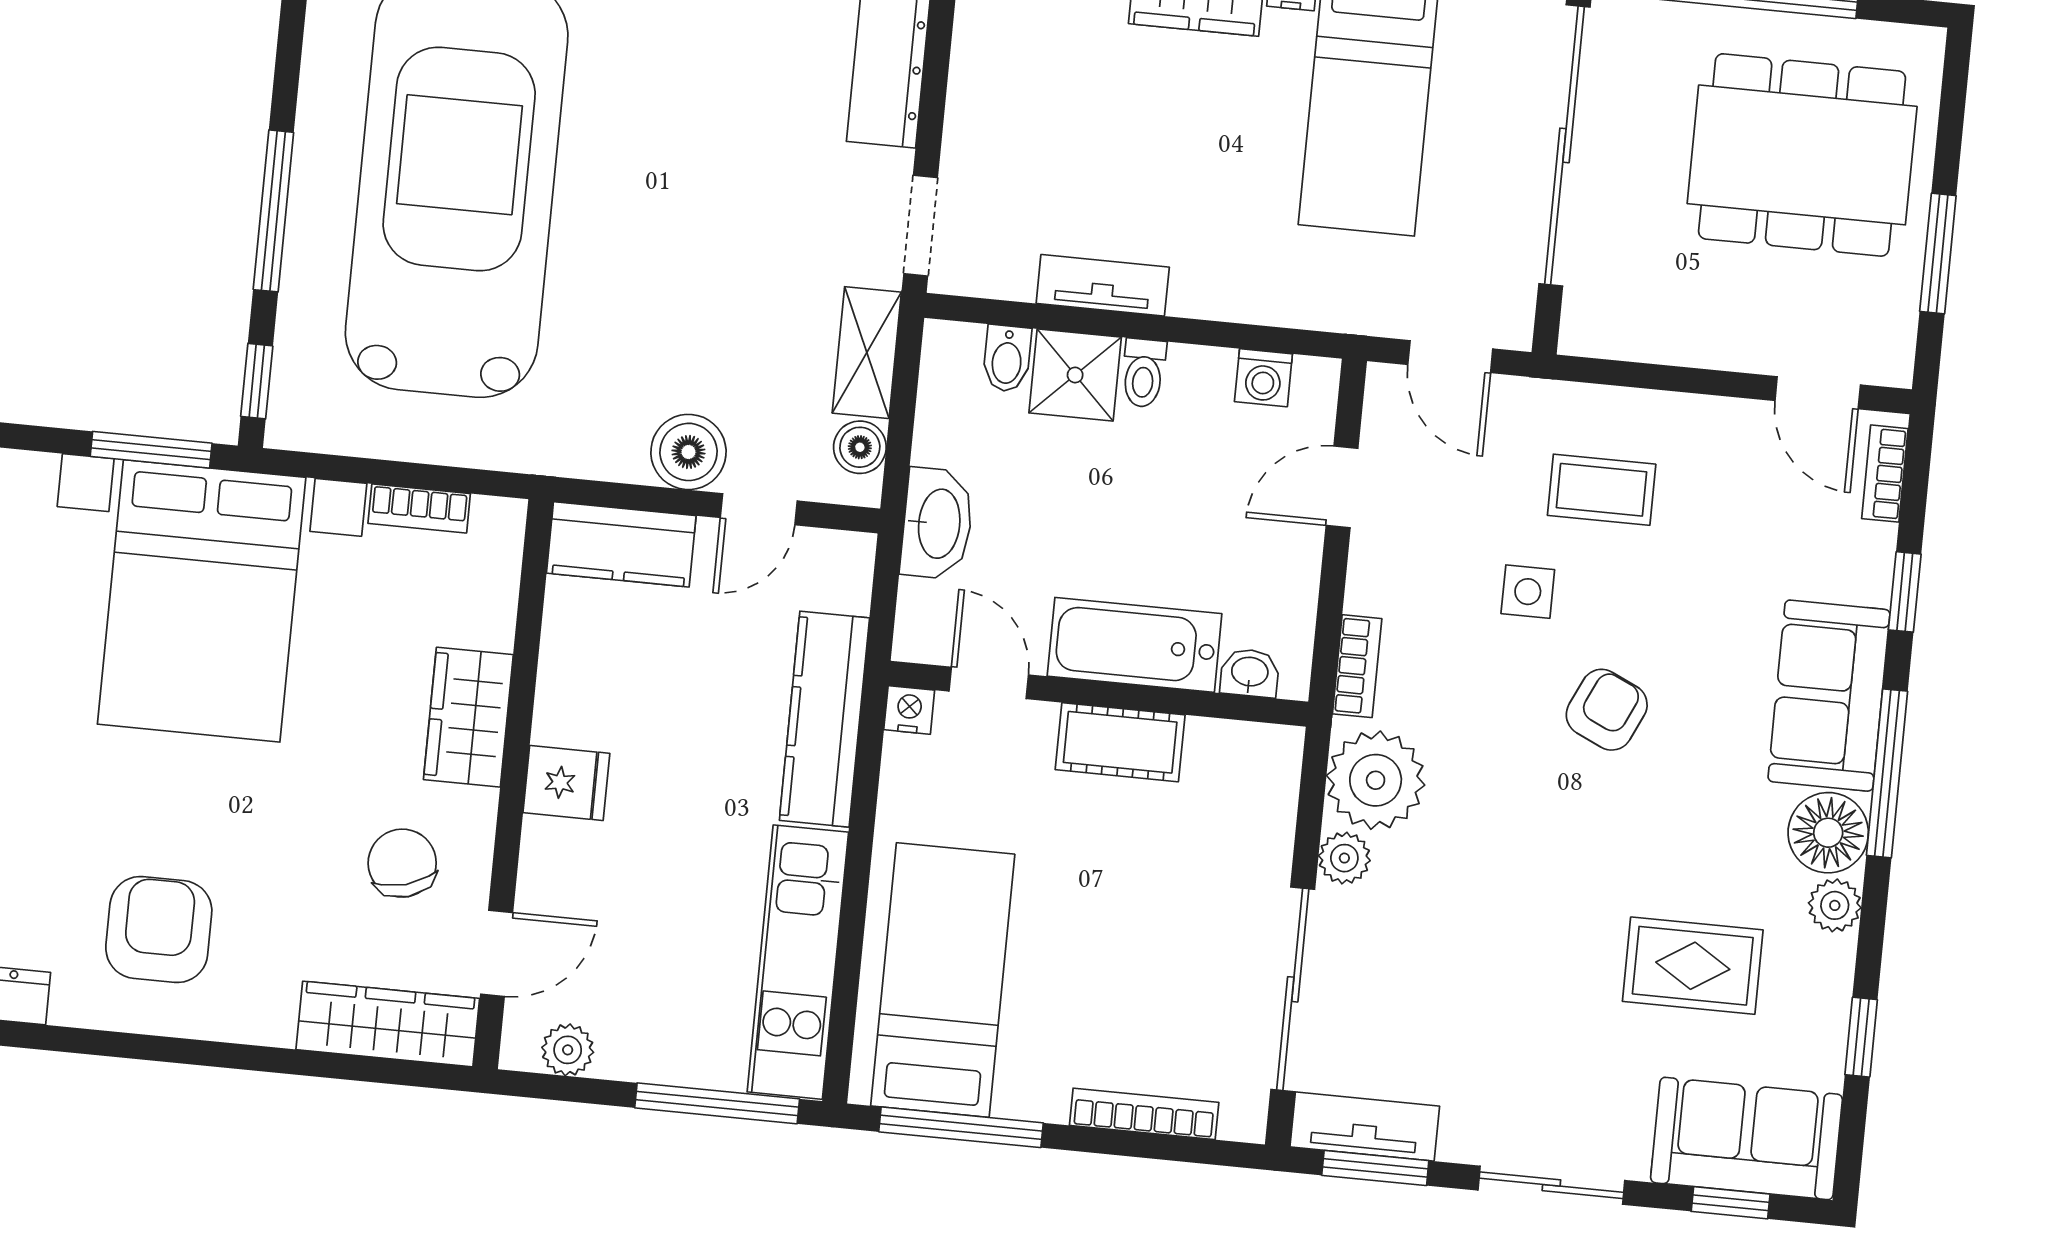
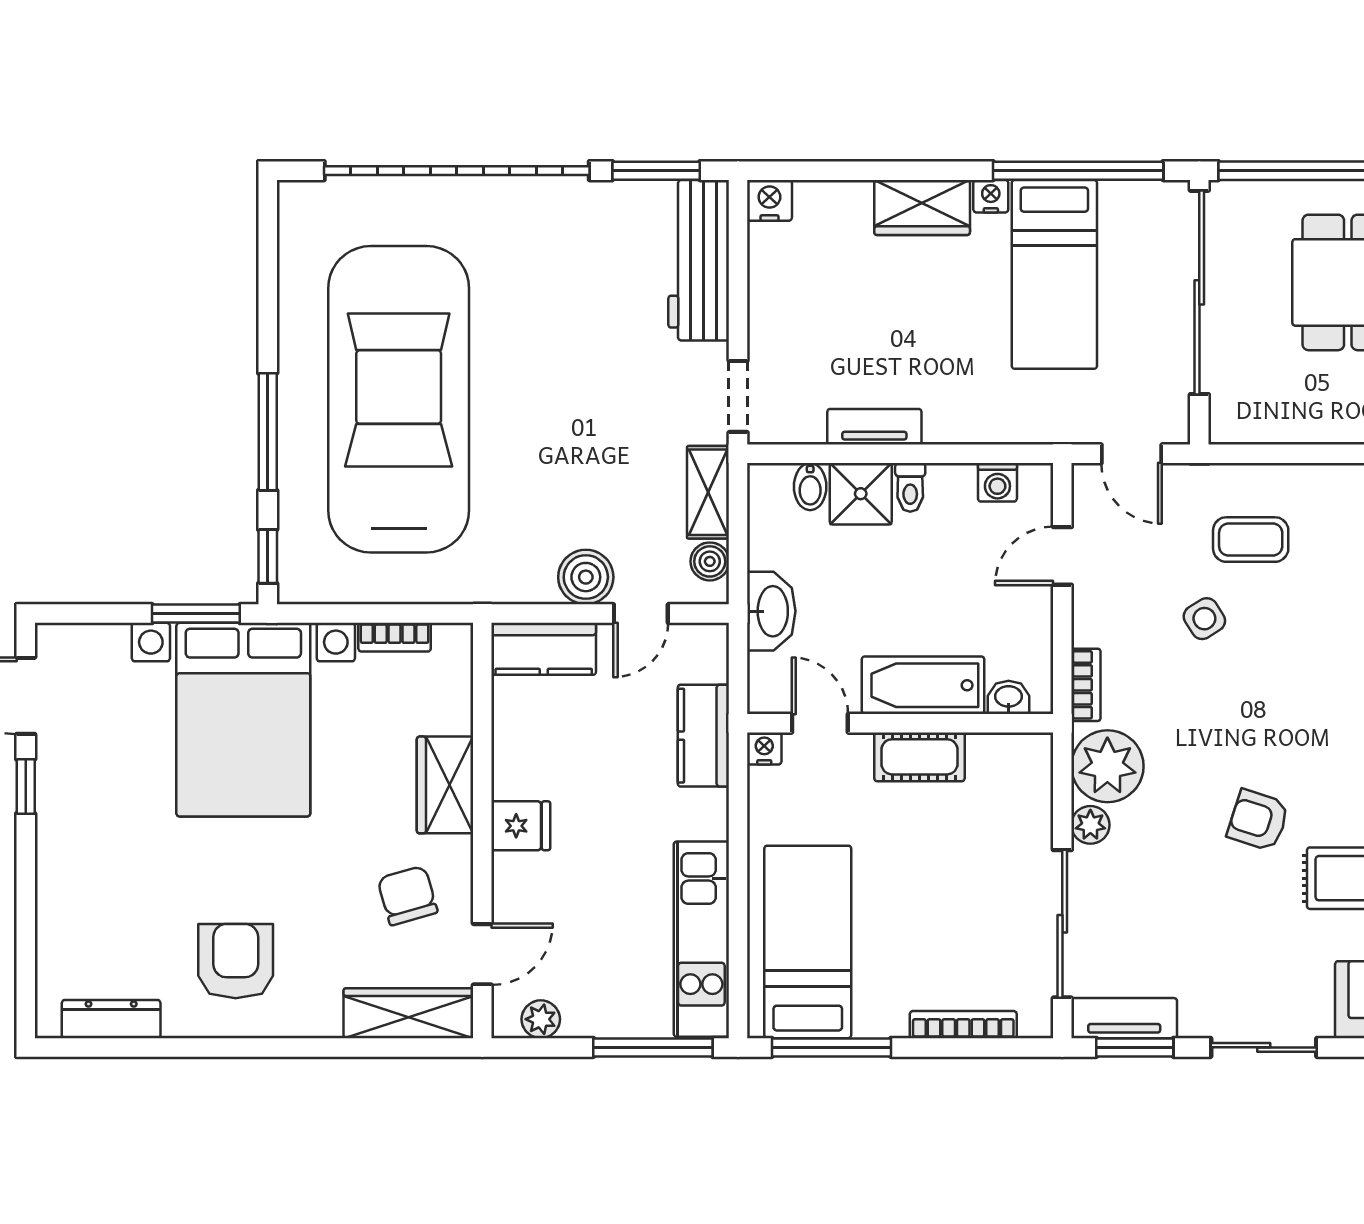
side table: (1528, 592) -> (1204, 619), turned -32
armchair: (1607, 710) -> (1258, 820), moved, turned -97
kitchen counter: (824, 719) -> (703, 736), width x0.67

